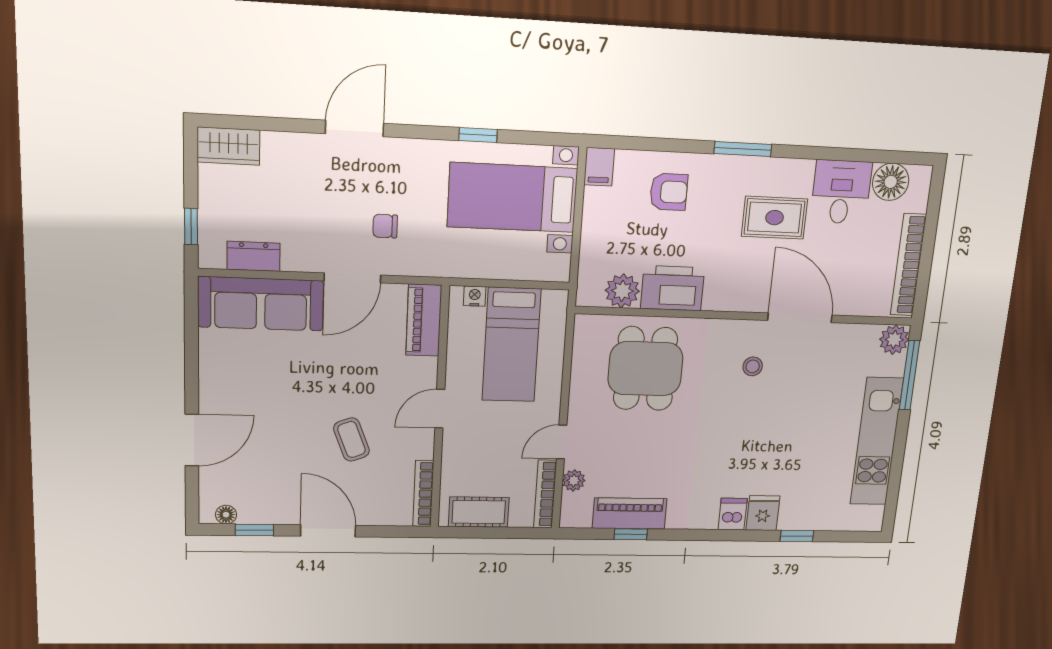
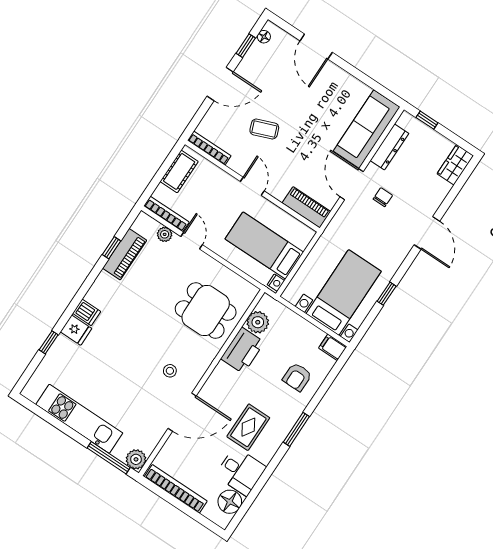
chair: (385, 226) -> (383, 197), moved
dresser: (254, 256) -> (389, 147), width x1.44
nightstand: (475, 296) -> (276, 283), moved

